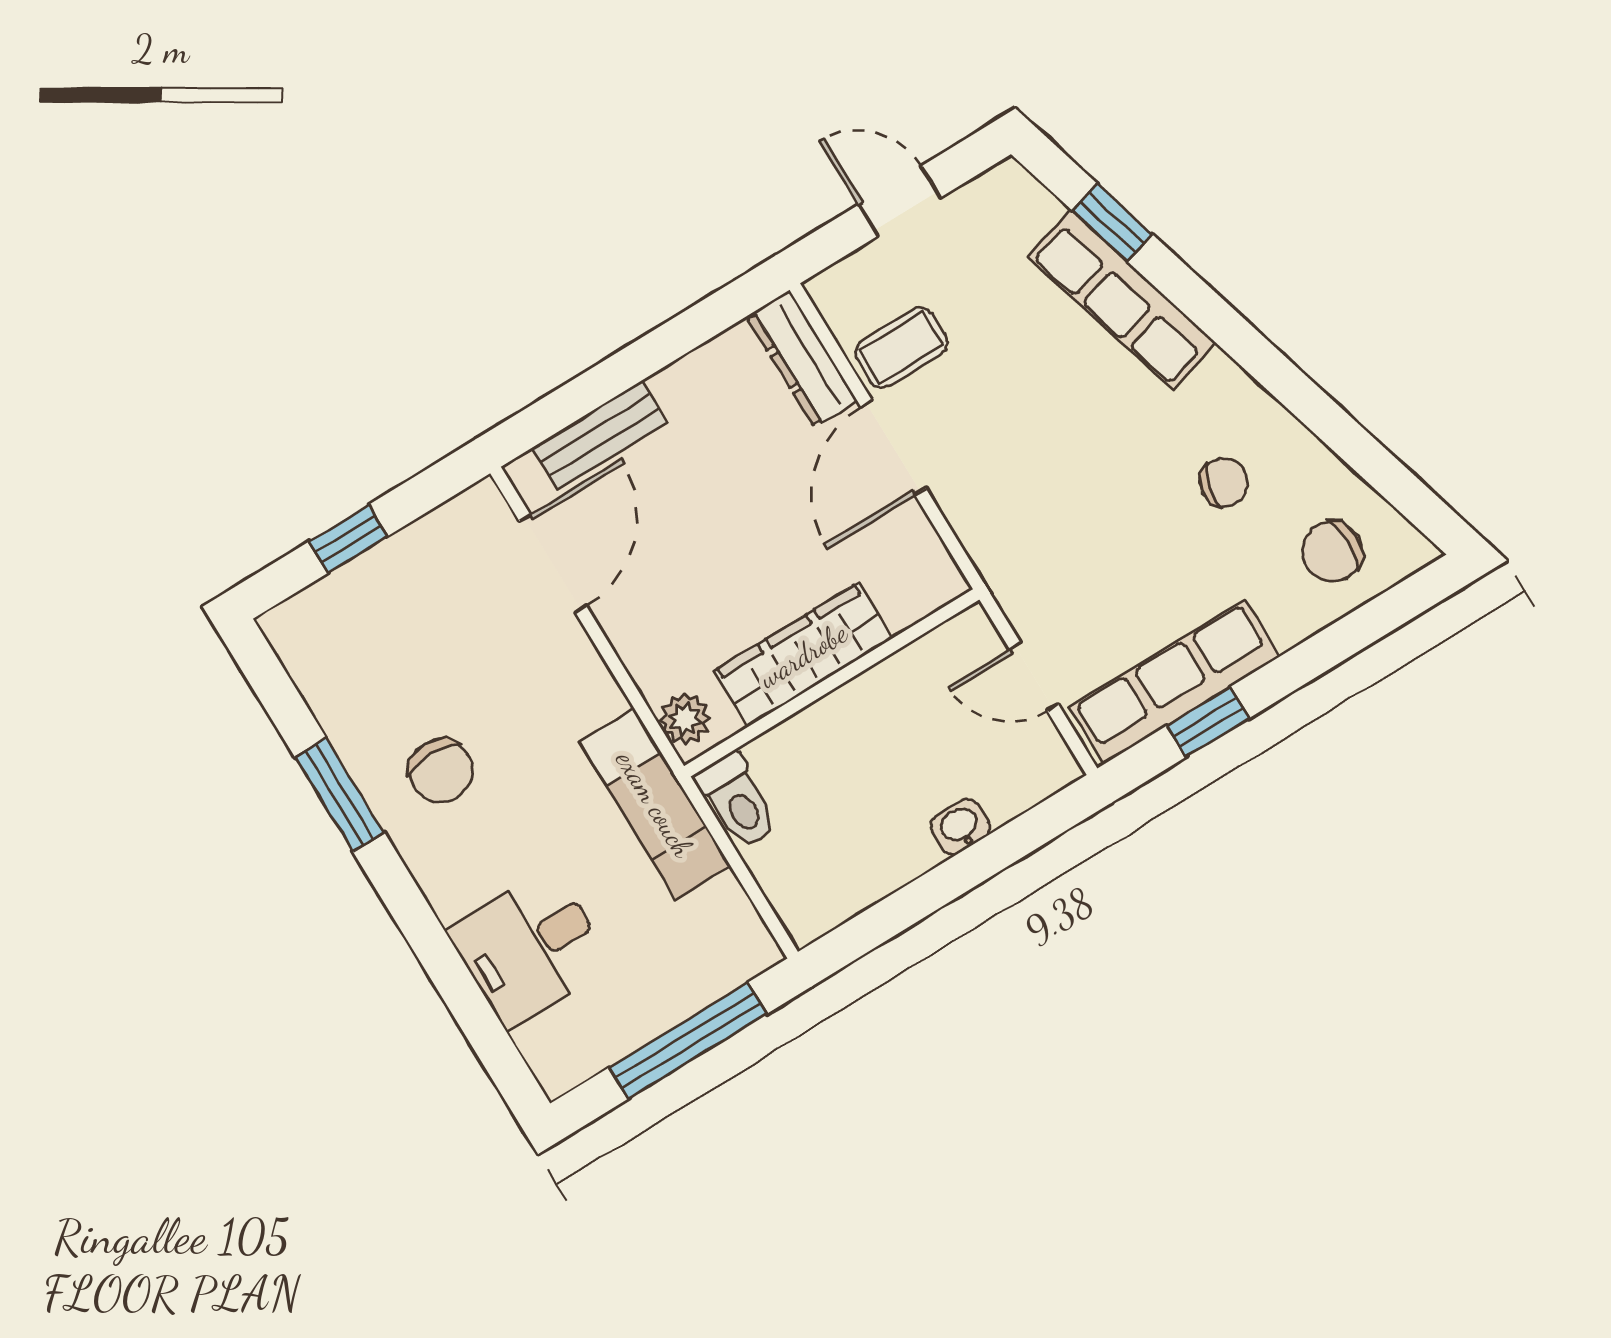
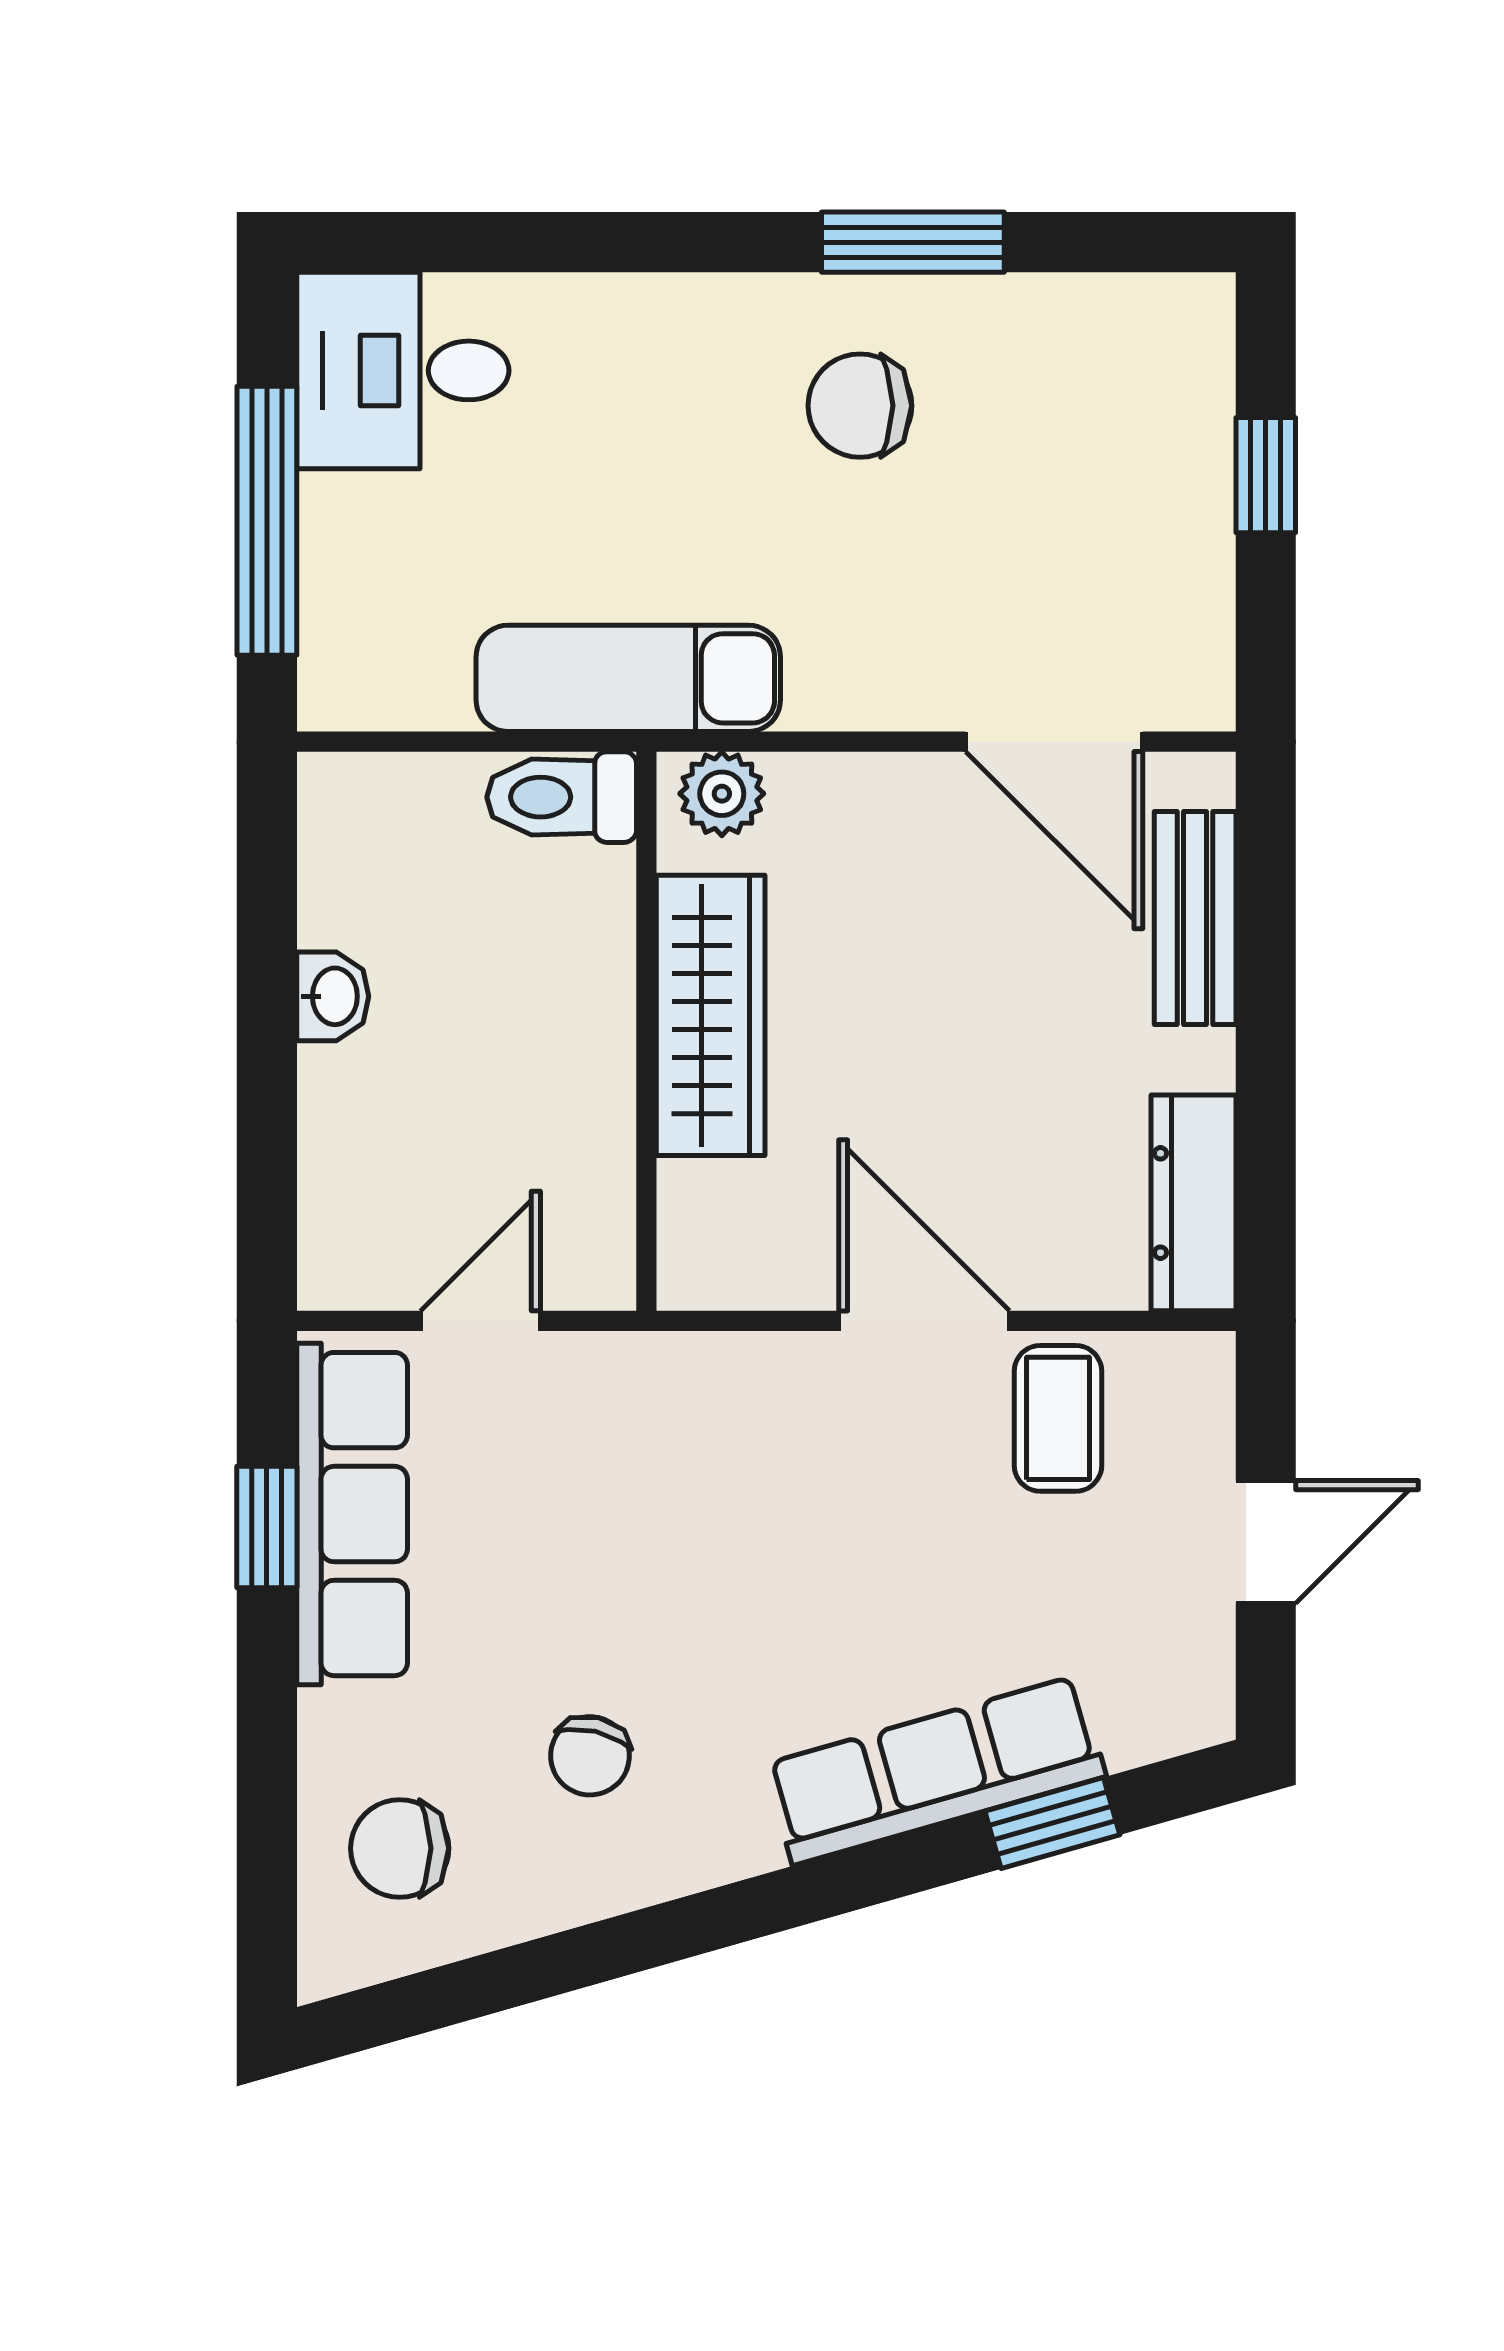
dresser: (802, 359) -> (1193, 1203), moved, turned -90
chair: (1332, 552) -> (400, 1848), turned -90
washbasin: (960, 827) -> (333, 996), moved
desk: (530, 948) -> (403, 370), moved, turned -90

